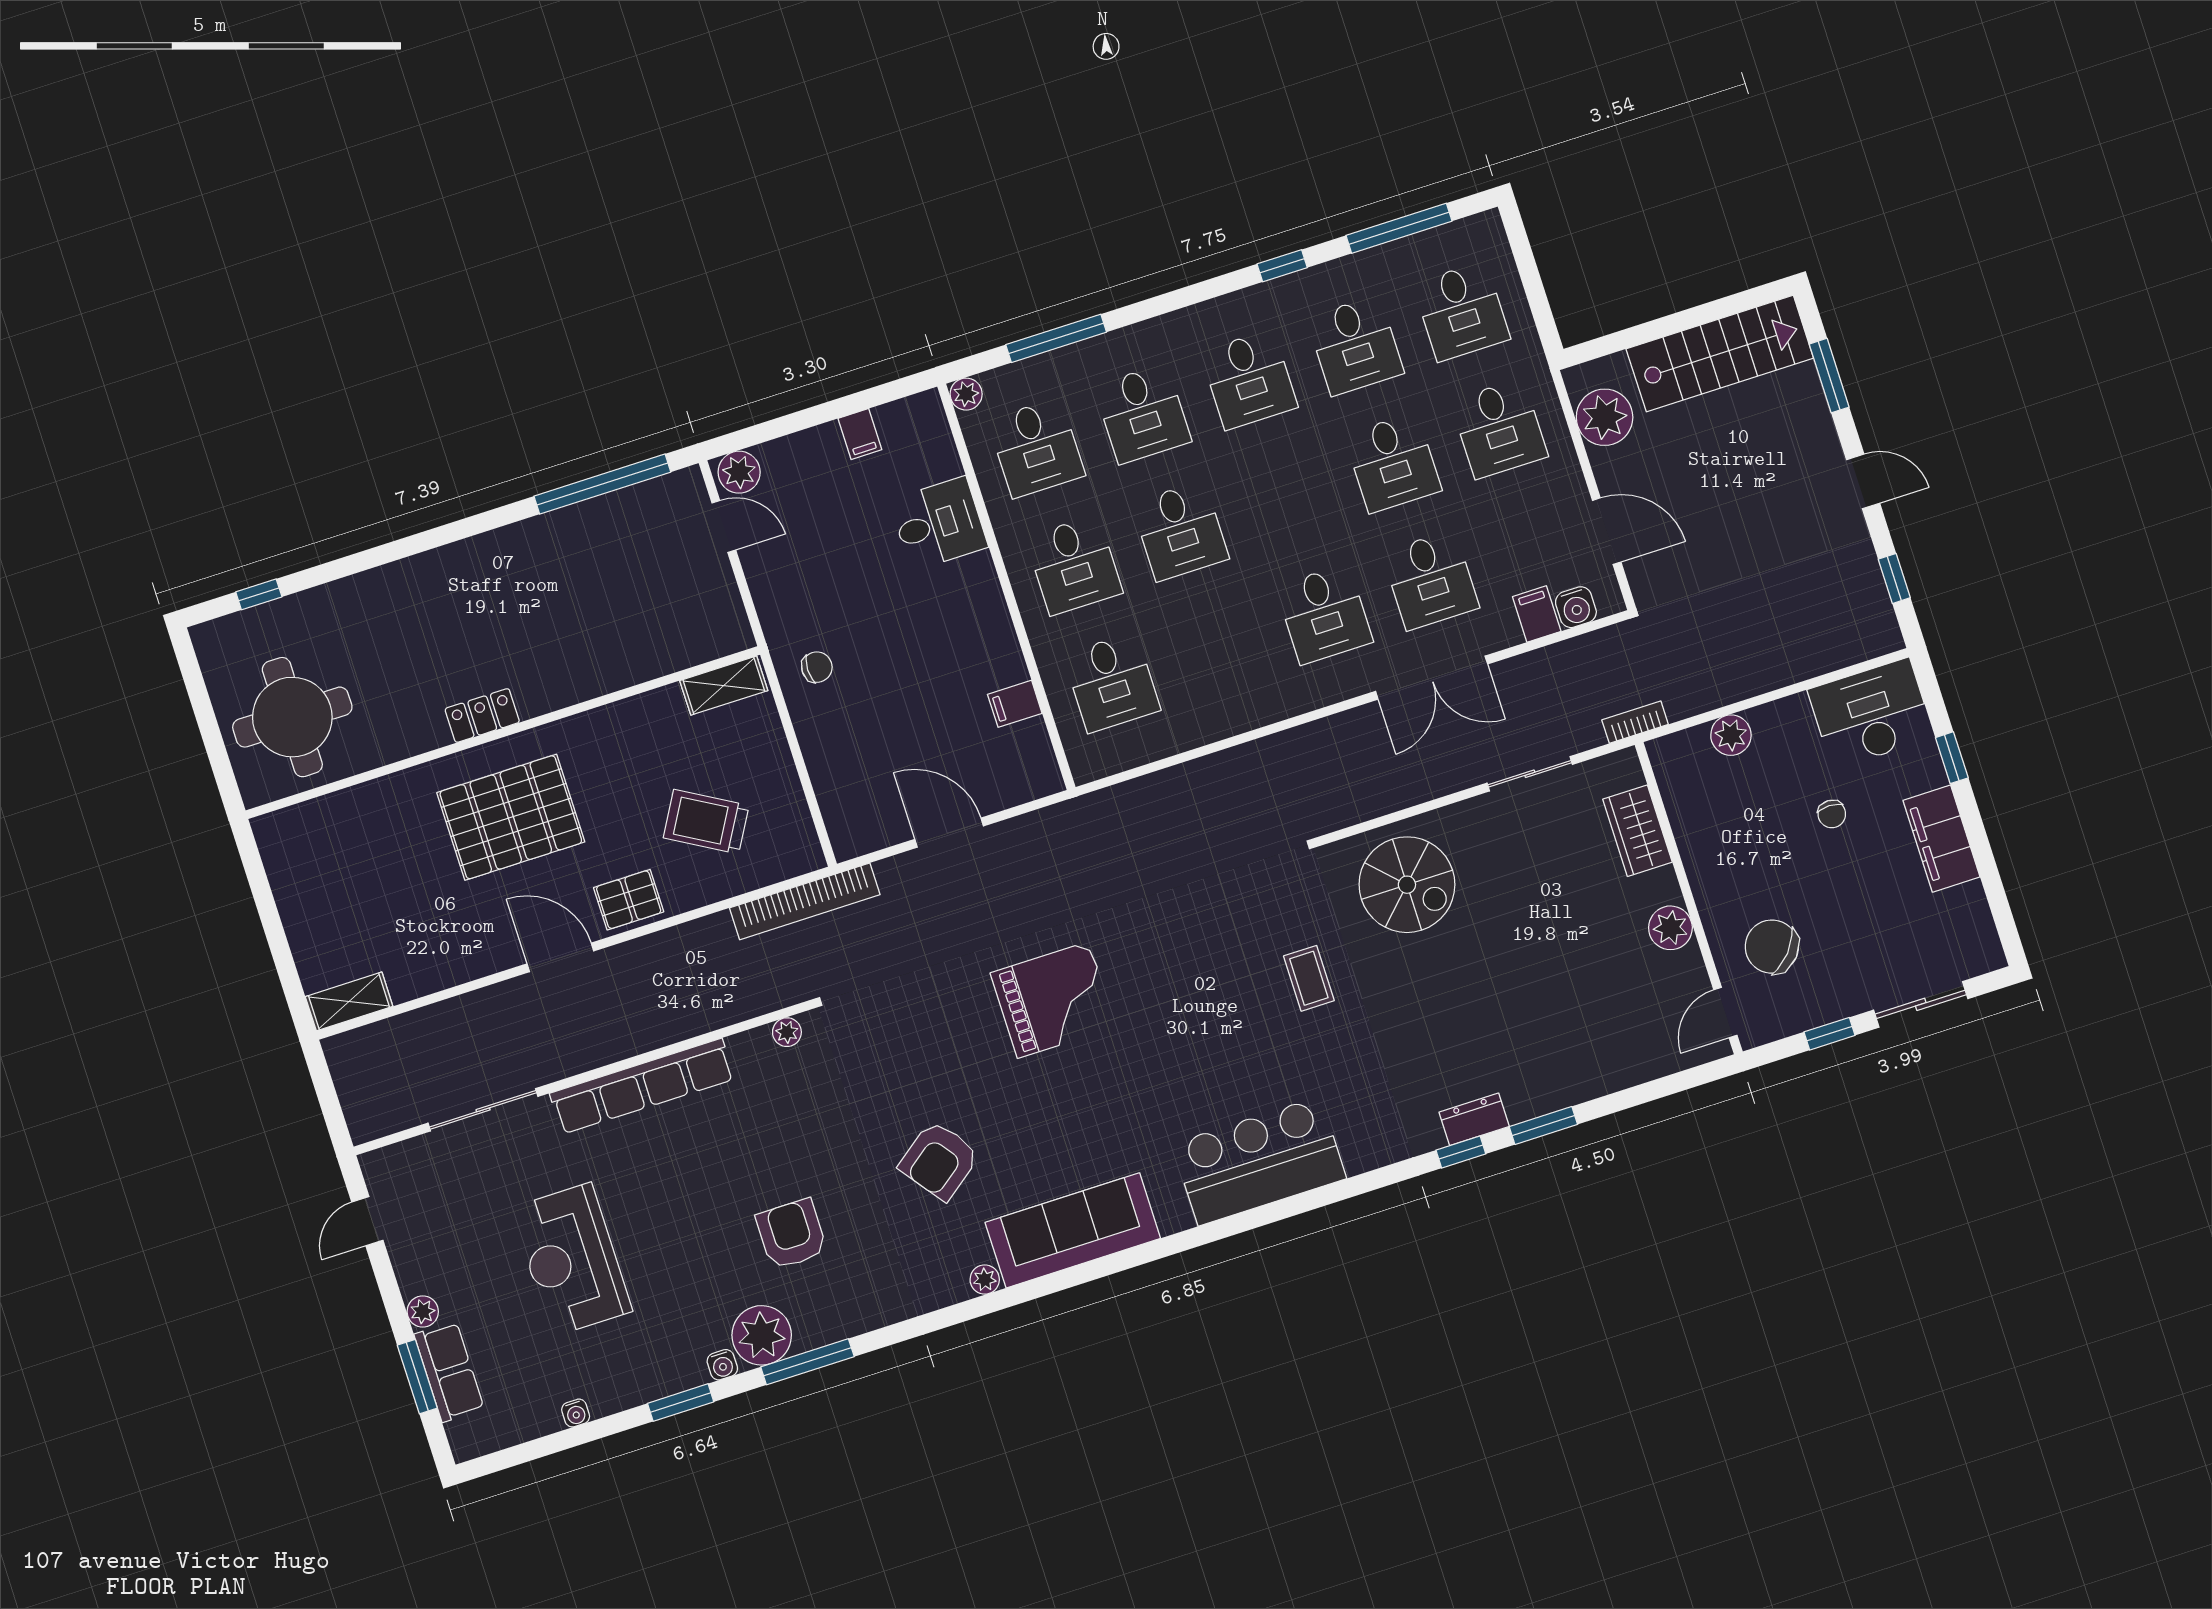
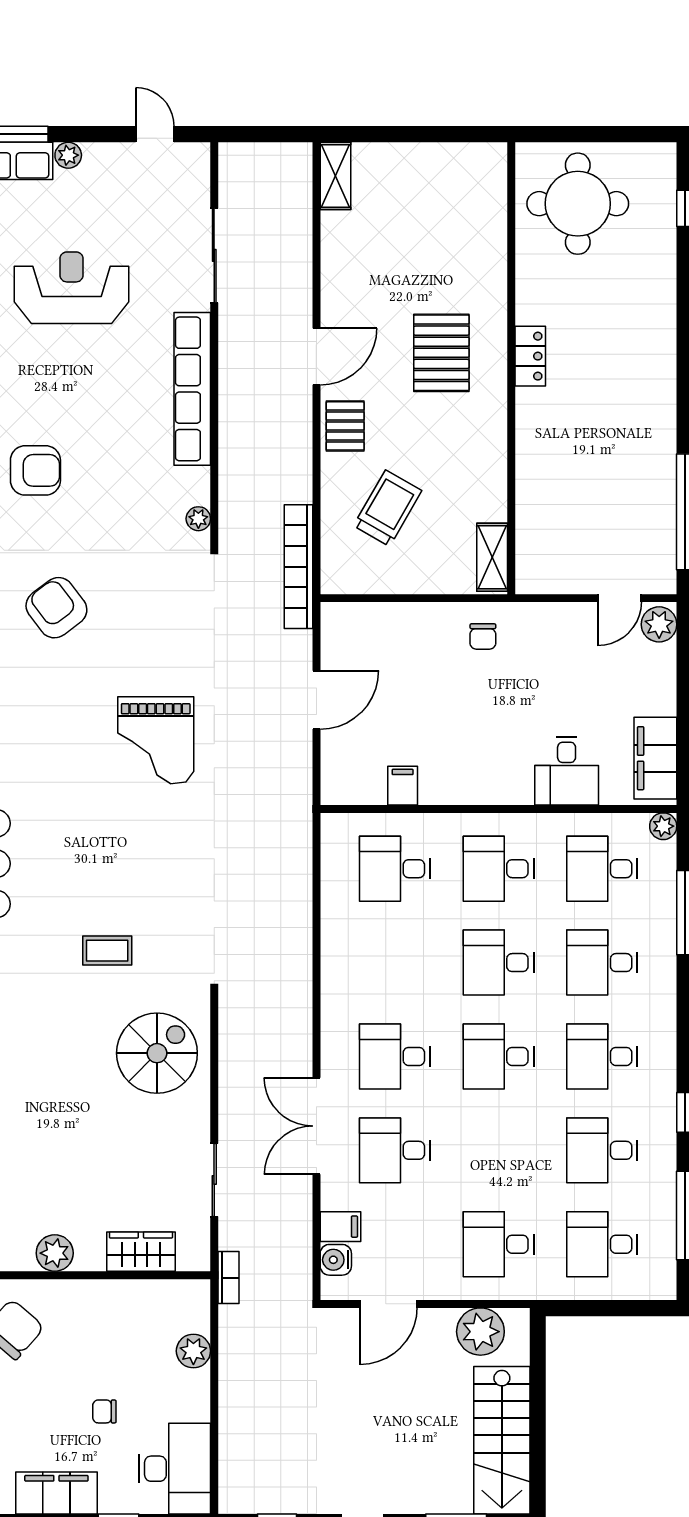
filing cabinet: (860, 434) -> (655, 758), width x3.00, depth x1.17
desk: (1393, 463) -> (498, 1056), moved
pallet: (511, 817) -> (441, 353), width x0.73, depth x0.71
spiral stairs: (1407, 885) -> (157, 1053), turned 180

